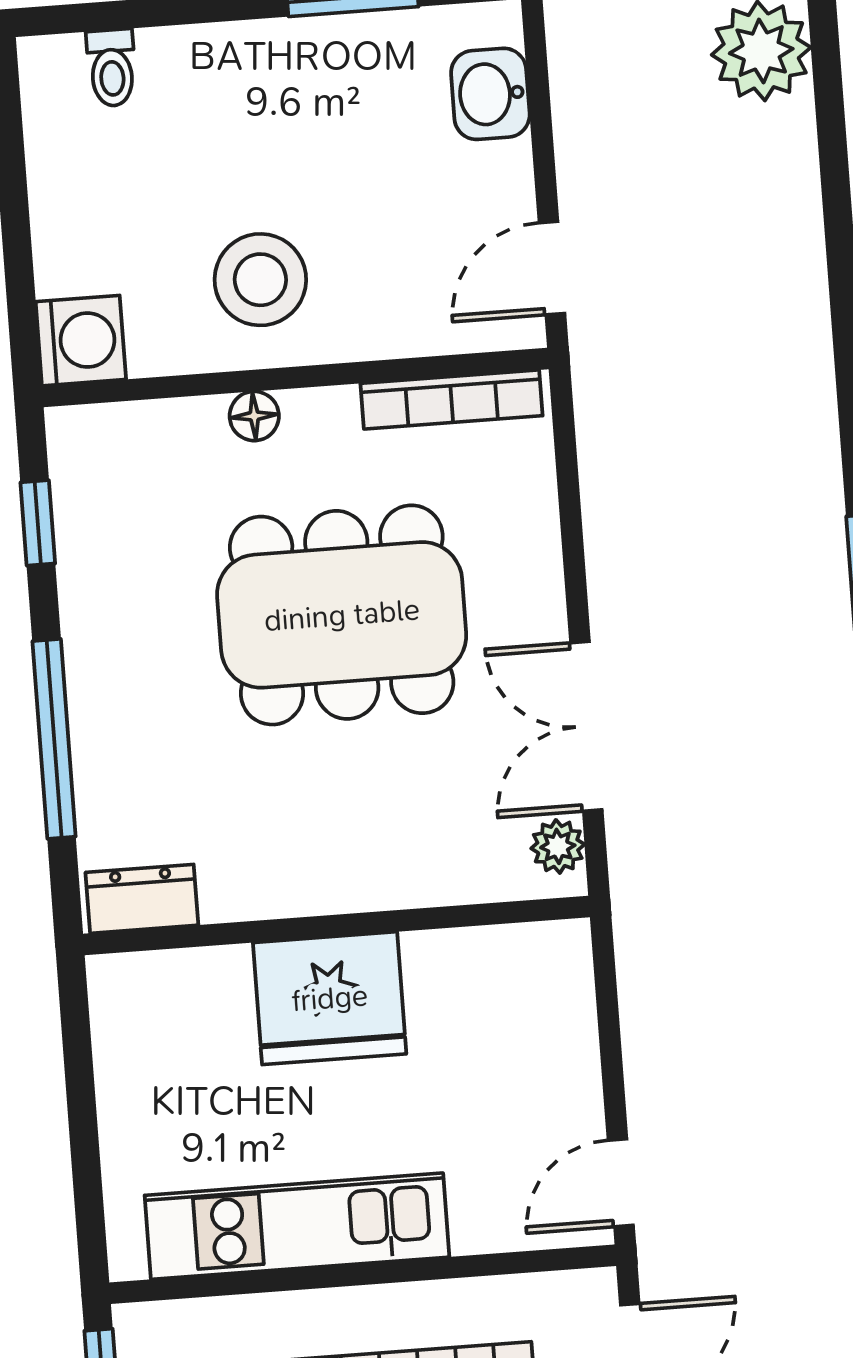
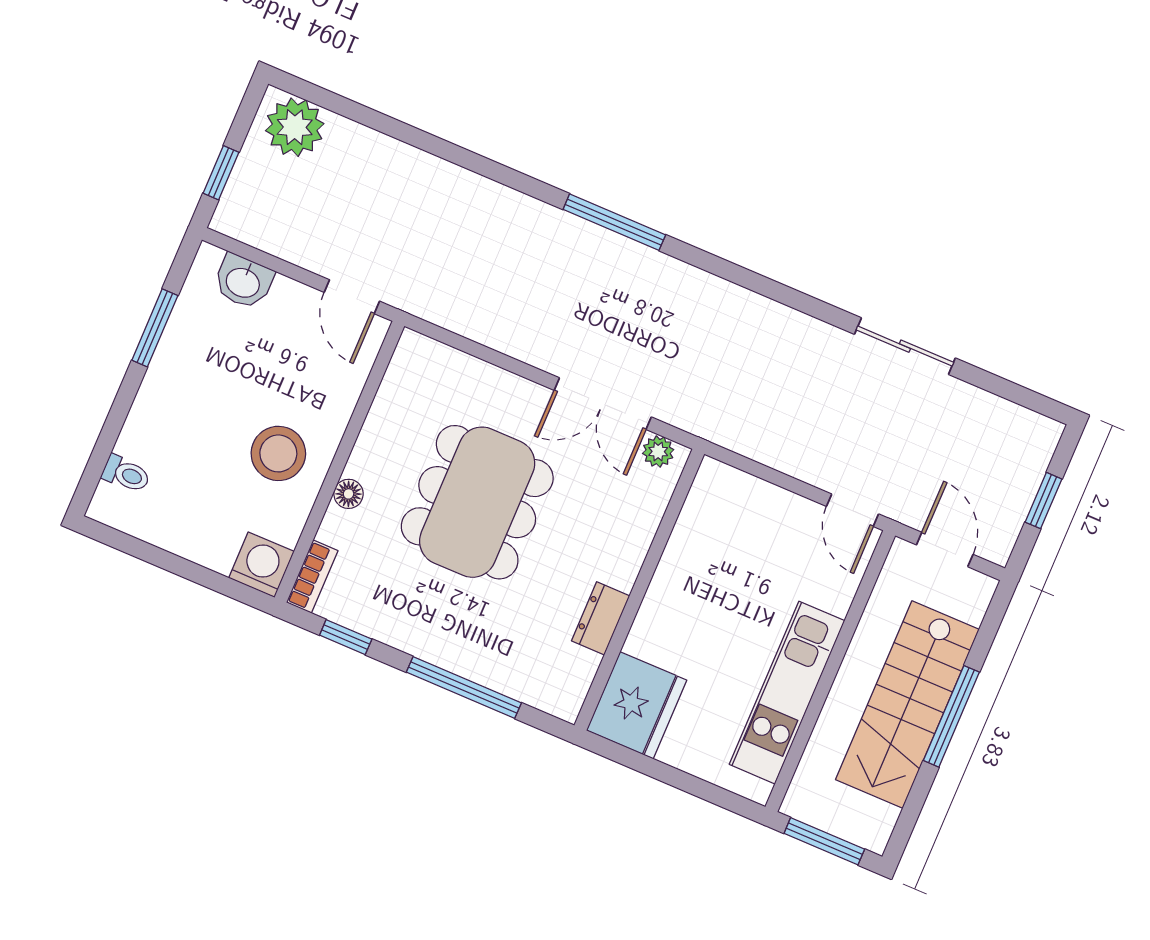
bookcase: (451, 399) -> (312, 577), moved, width x0.64
dresser: (142, 899) -> (601, 618), moved
fridge: (330, 998) -> (637, 705), moved

